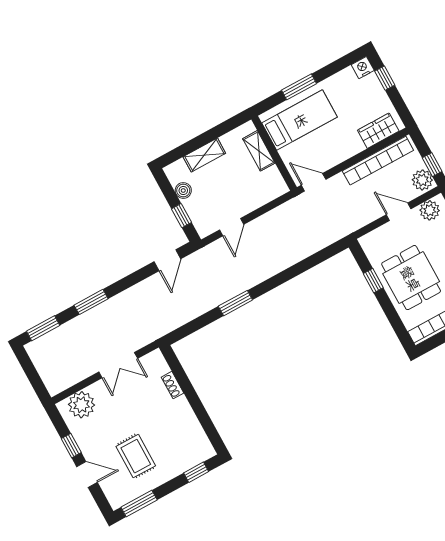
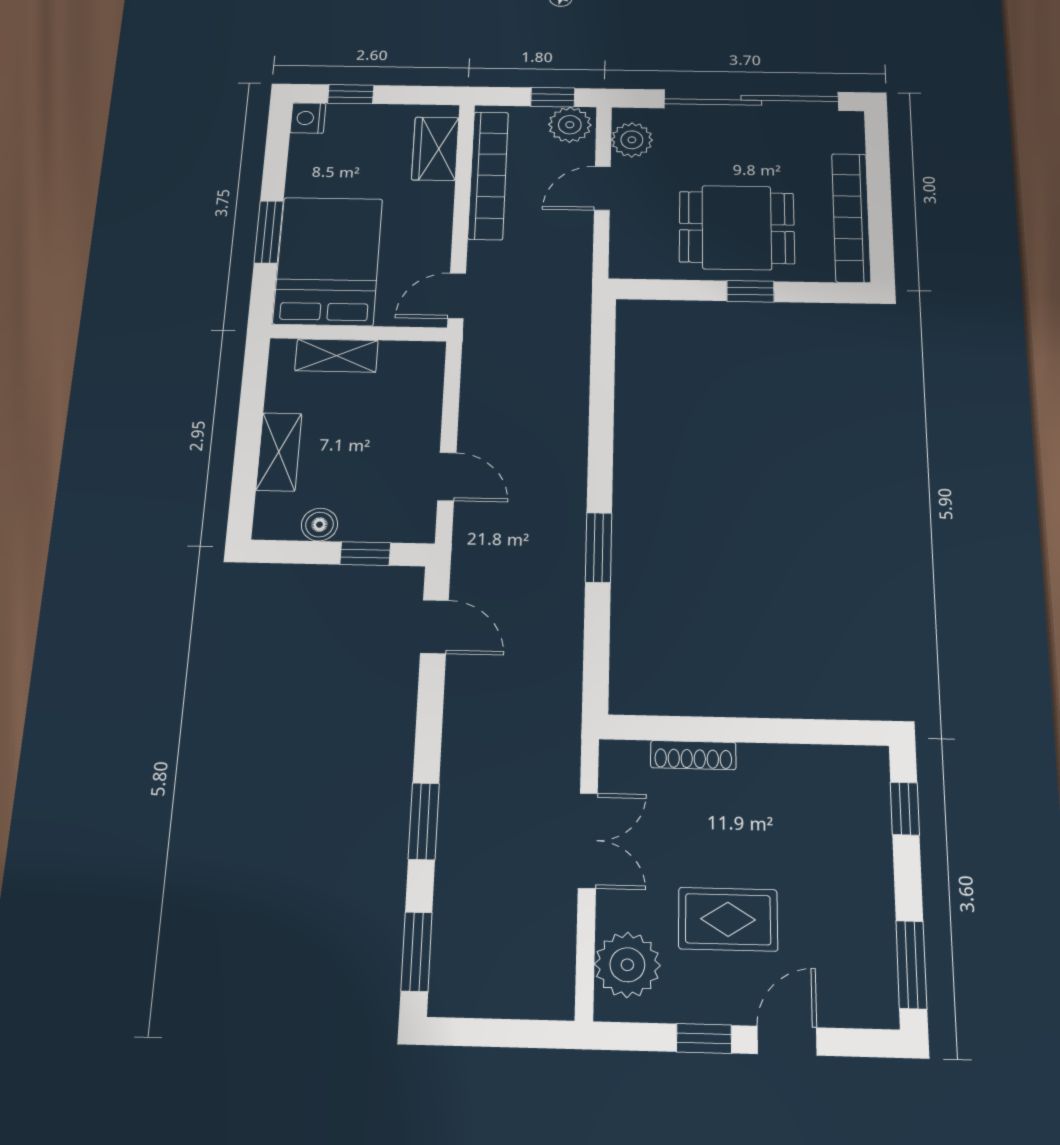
bed: (300, 120) -> (328, 261), width x1.50
window: (373, 281) -> (750, 291), moved
shoe rack: (173, 385) -> (693, 755), width x1.43
rug: (136, 456) -> (728, 919), moved

